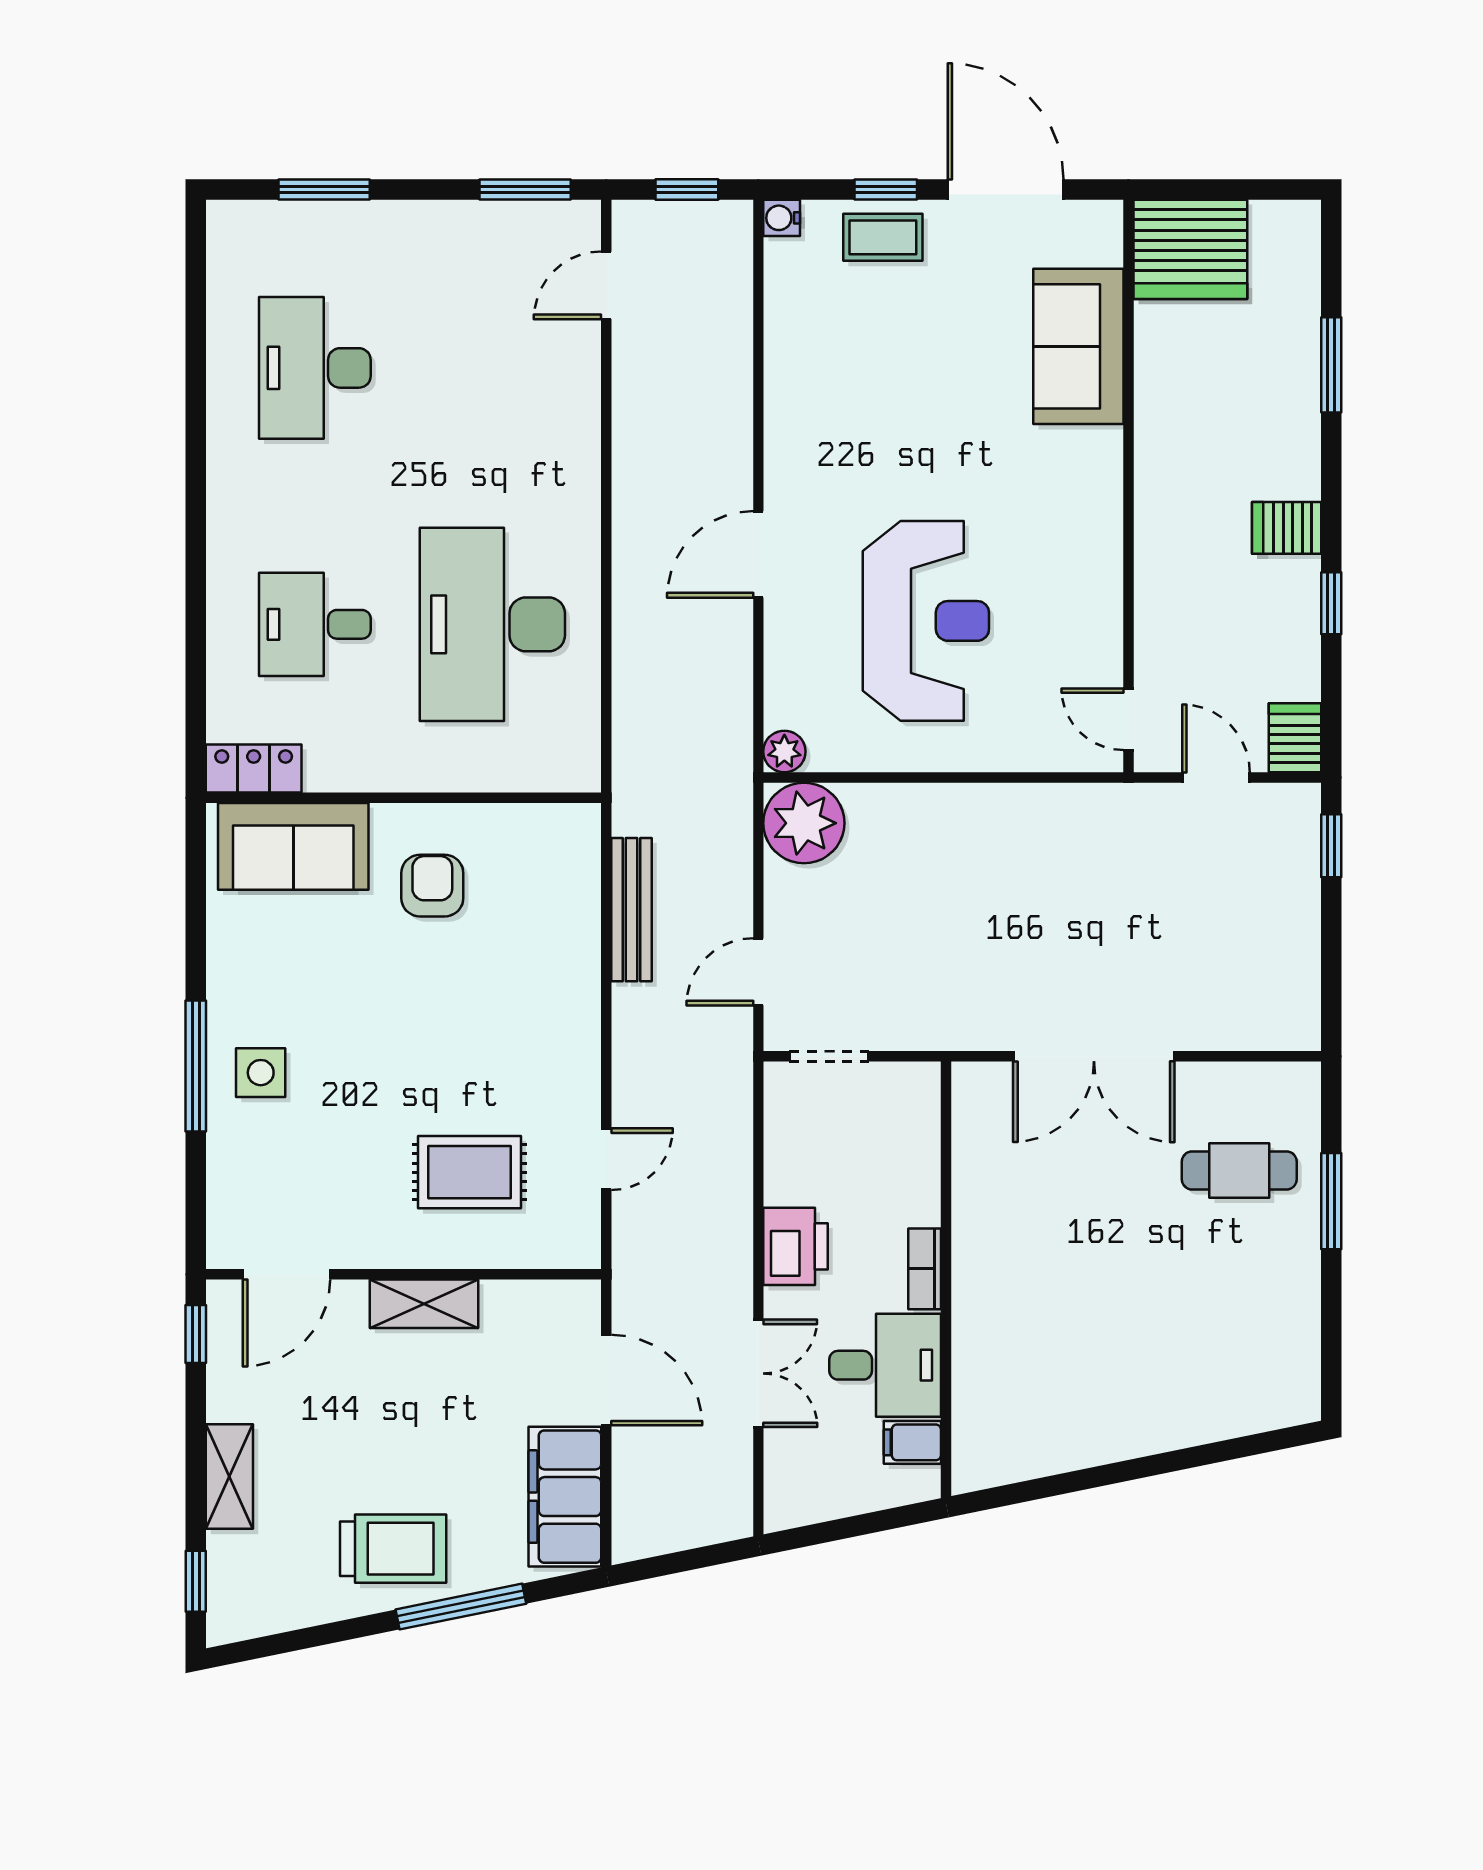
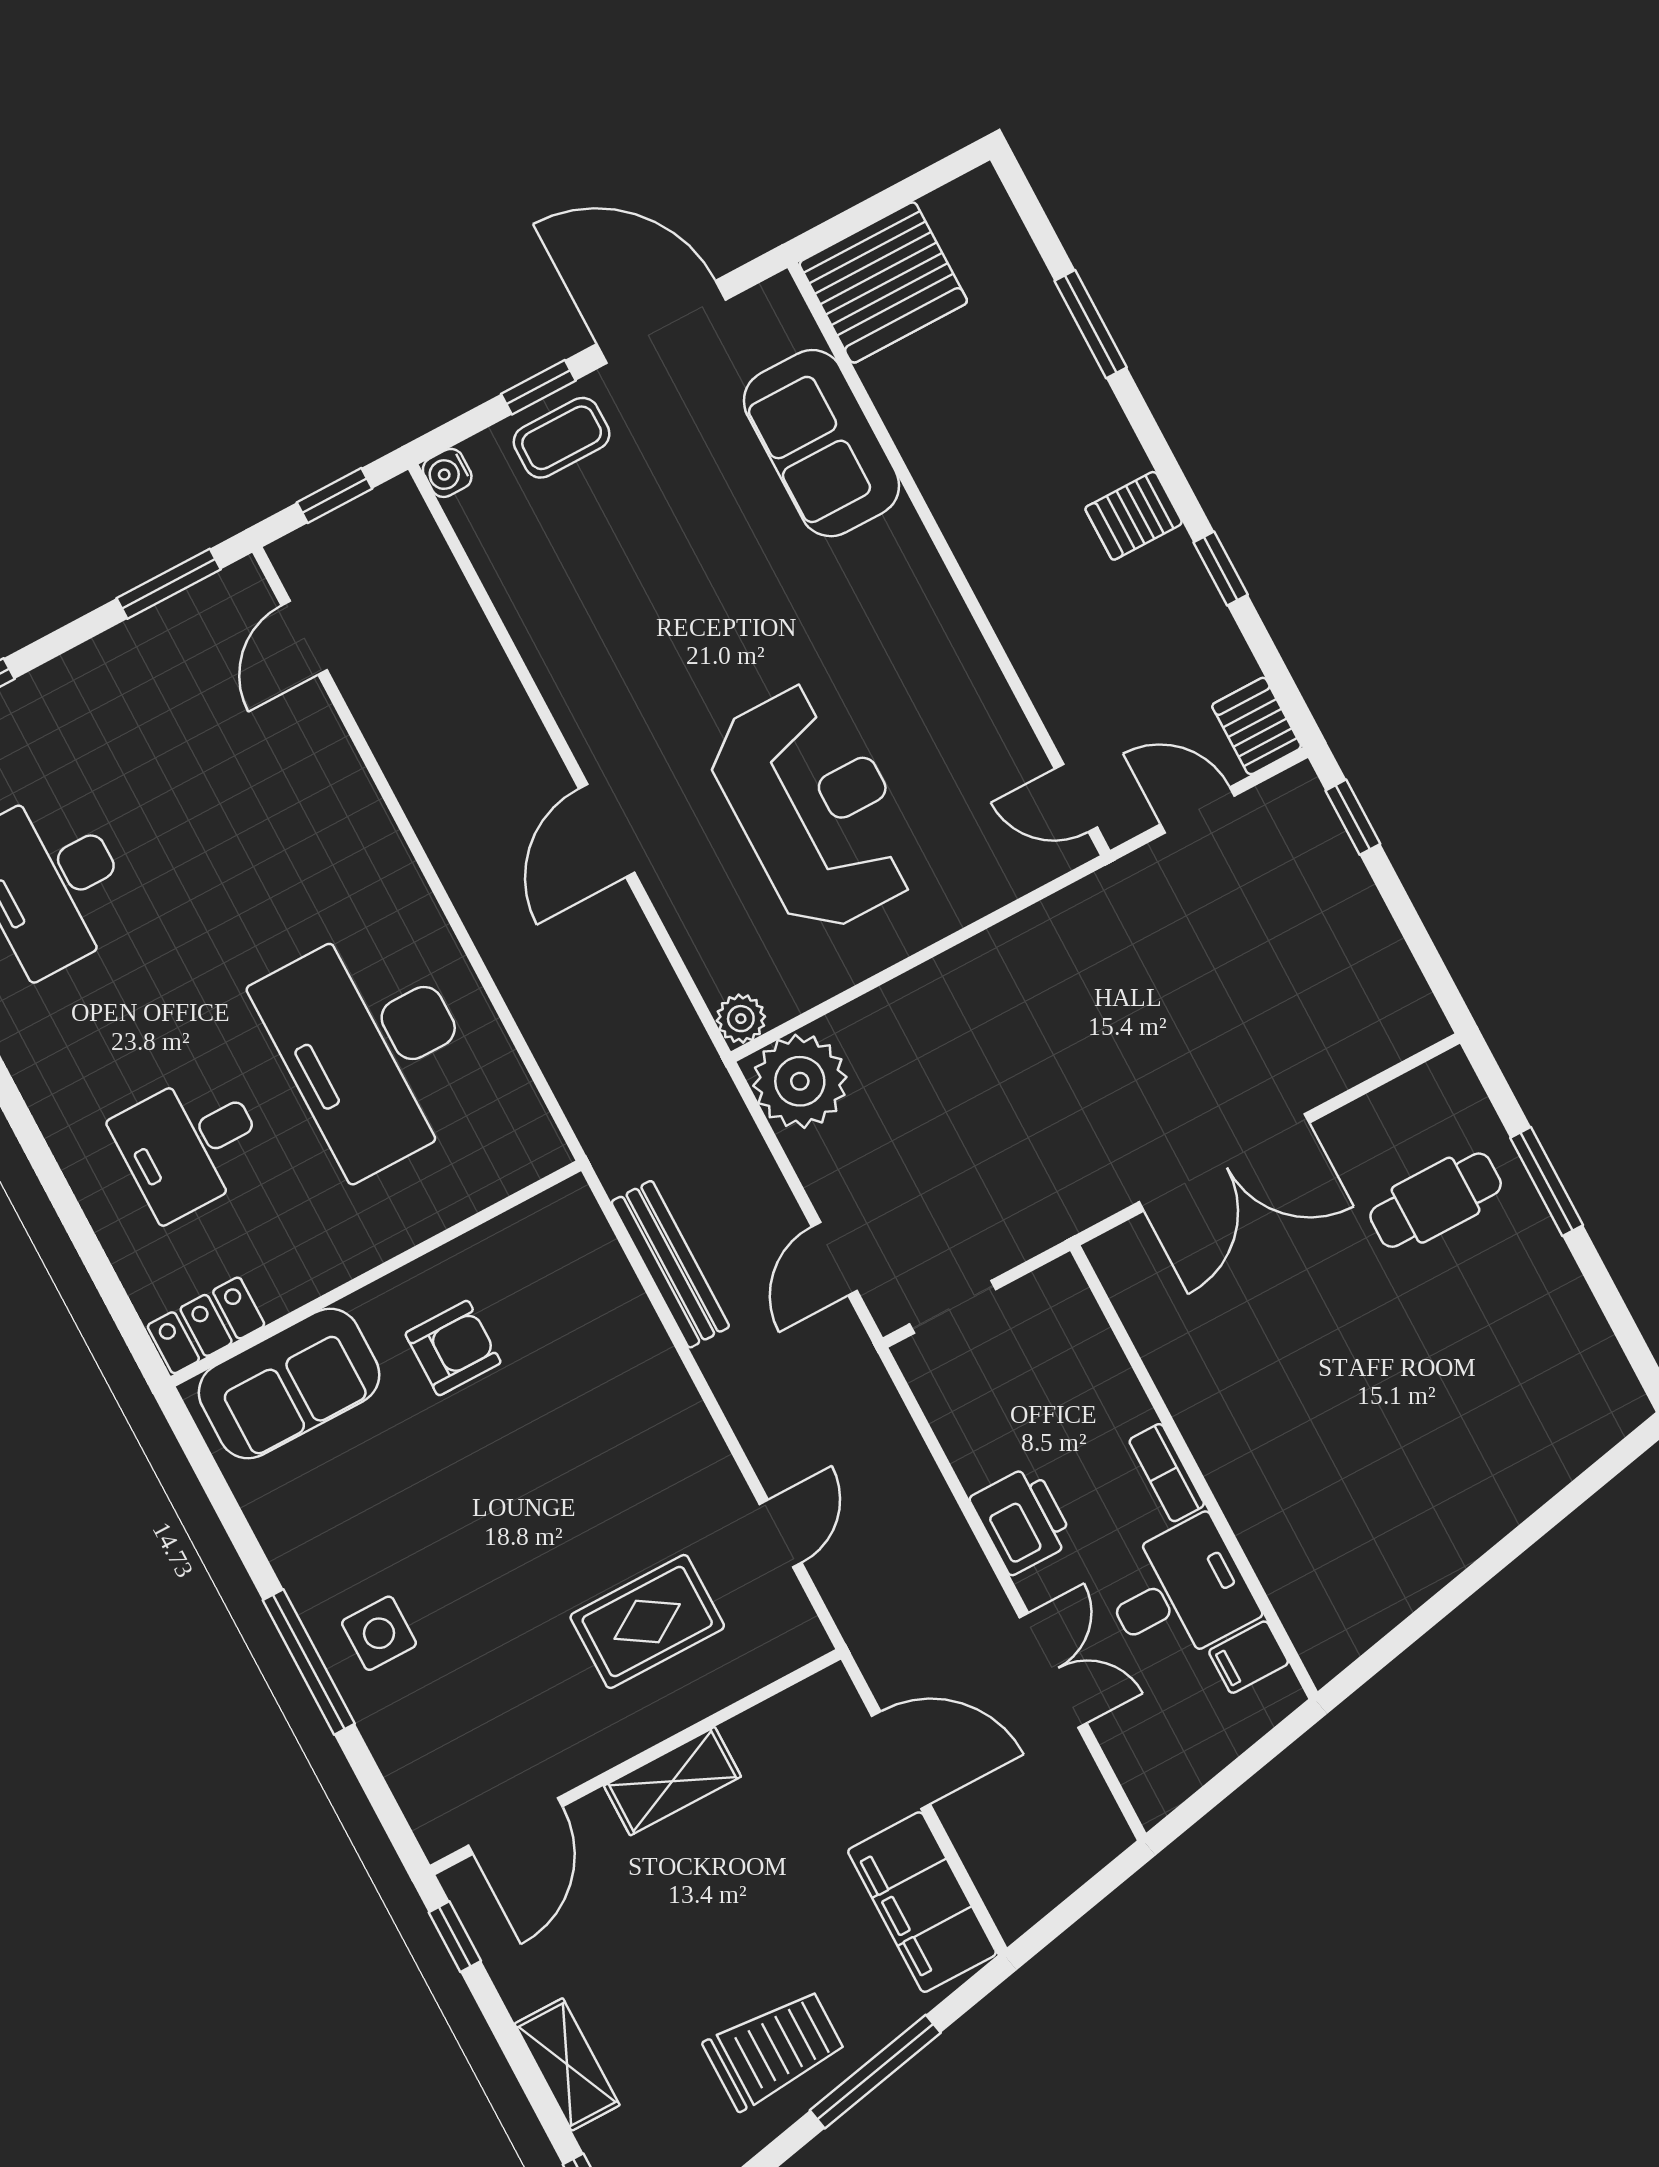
armchair: (432, 886) -> (453, 1348), turned 90

